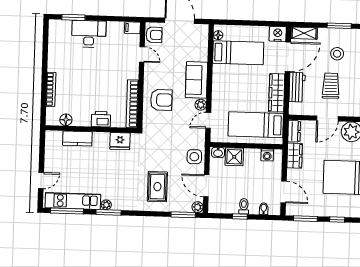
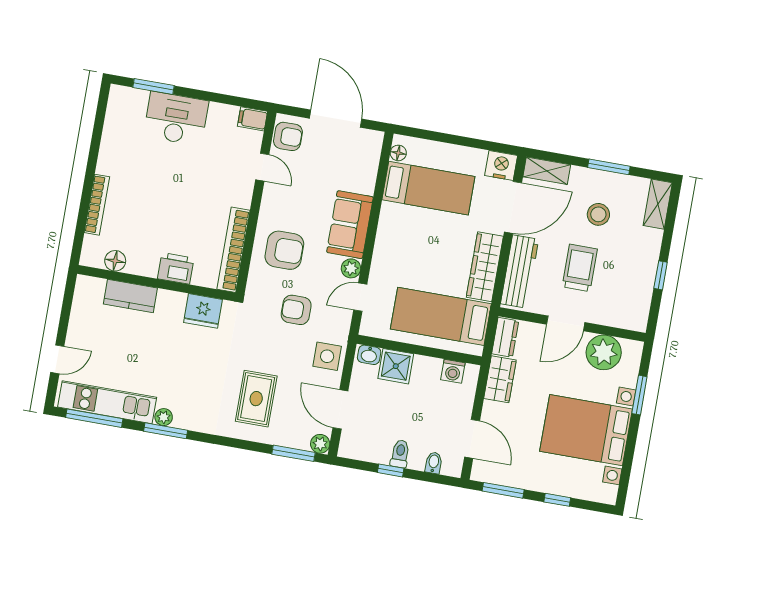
workbench: (297, 87) -> (520, 271), width x1.38
armchair: (173, 133) -> (296, 310), added

